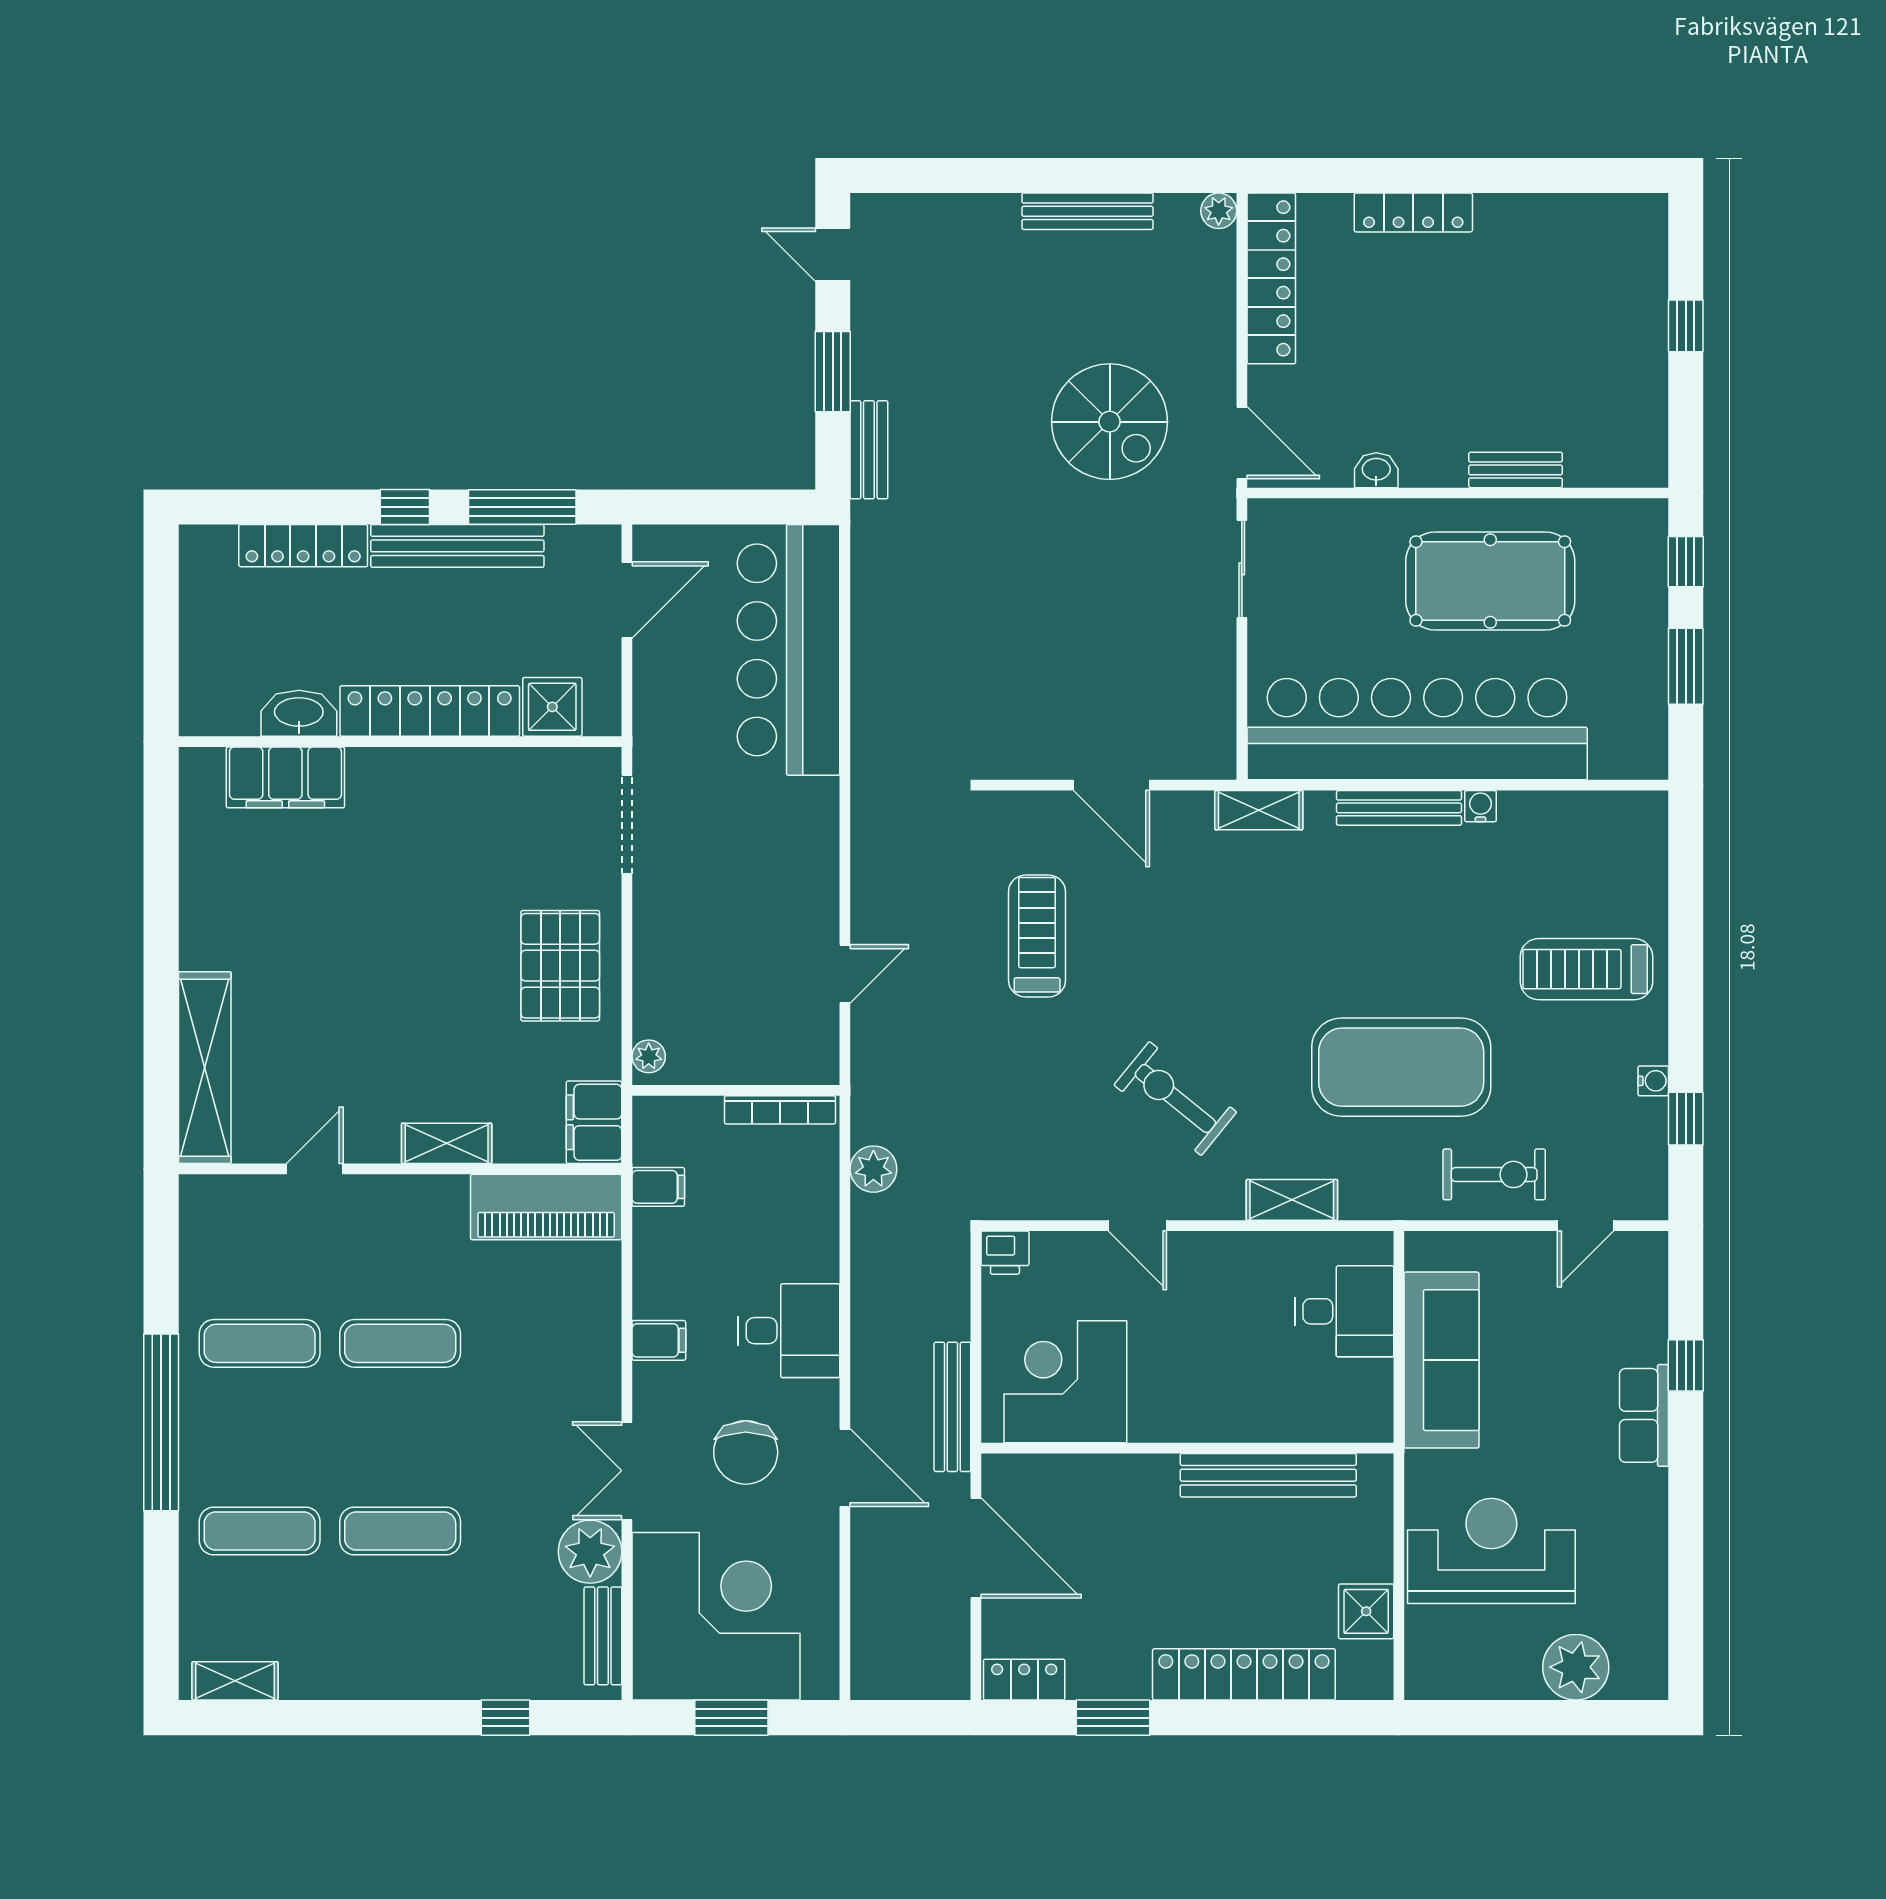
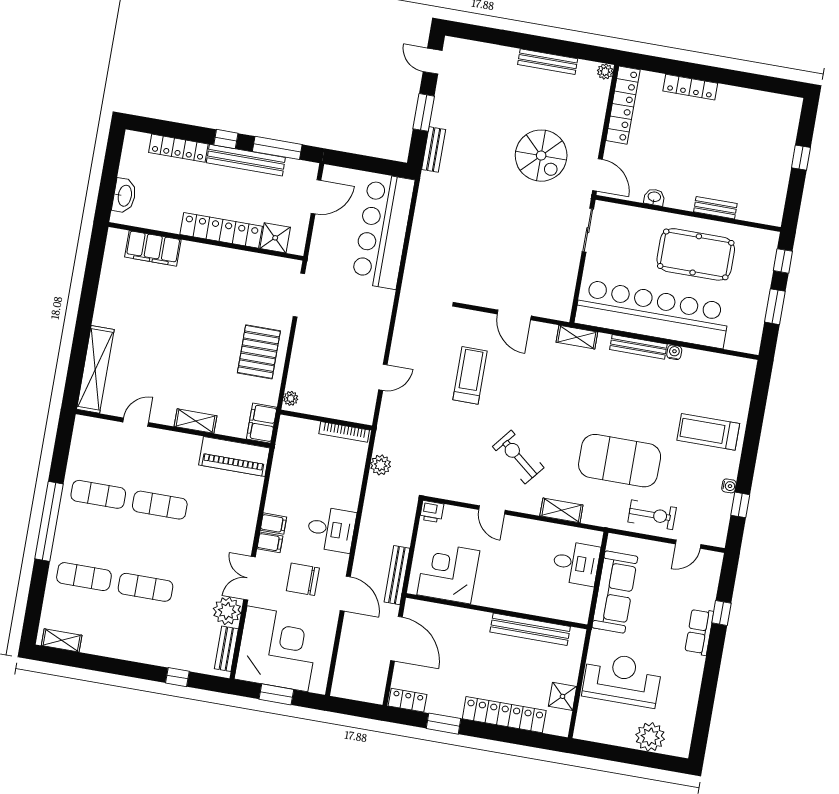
washbasin: (299, 713) -> (124, 196), moved, turned 90
filing cabinet: (658, 1187) -> (270, 542), moved
chair: (746, 1452) -> (303, 579), turned 90

